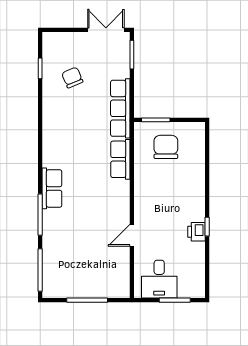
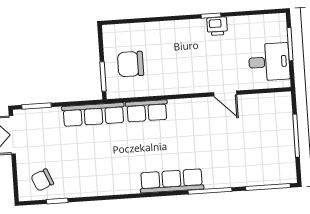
chair: (72, 78) -> (42, 180), moved
row of seats: (52, 188) -> (172, 181), width x1.48

